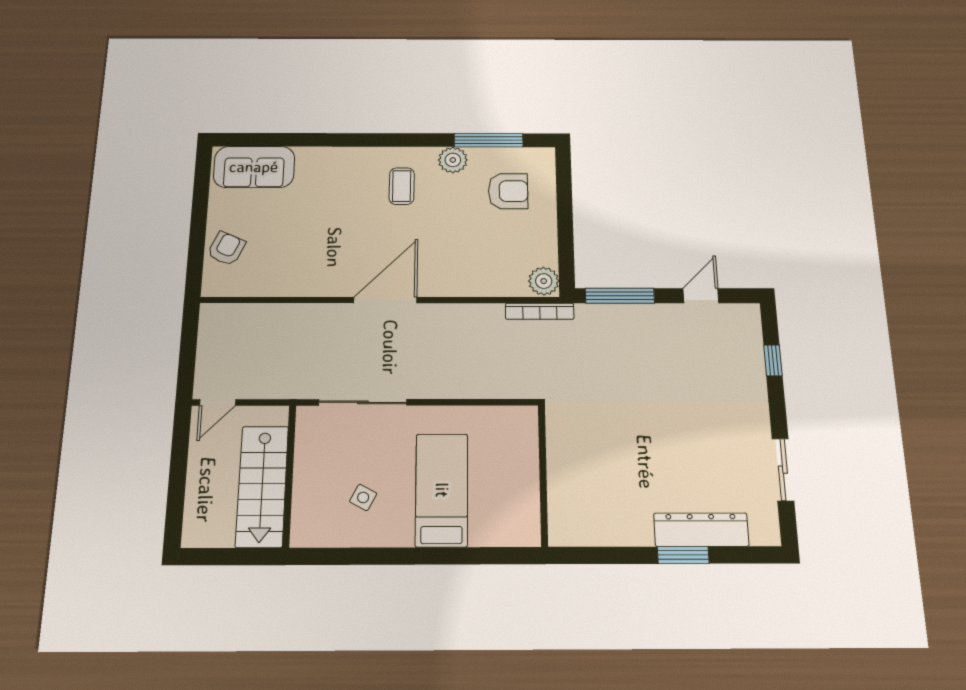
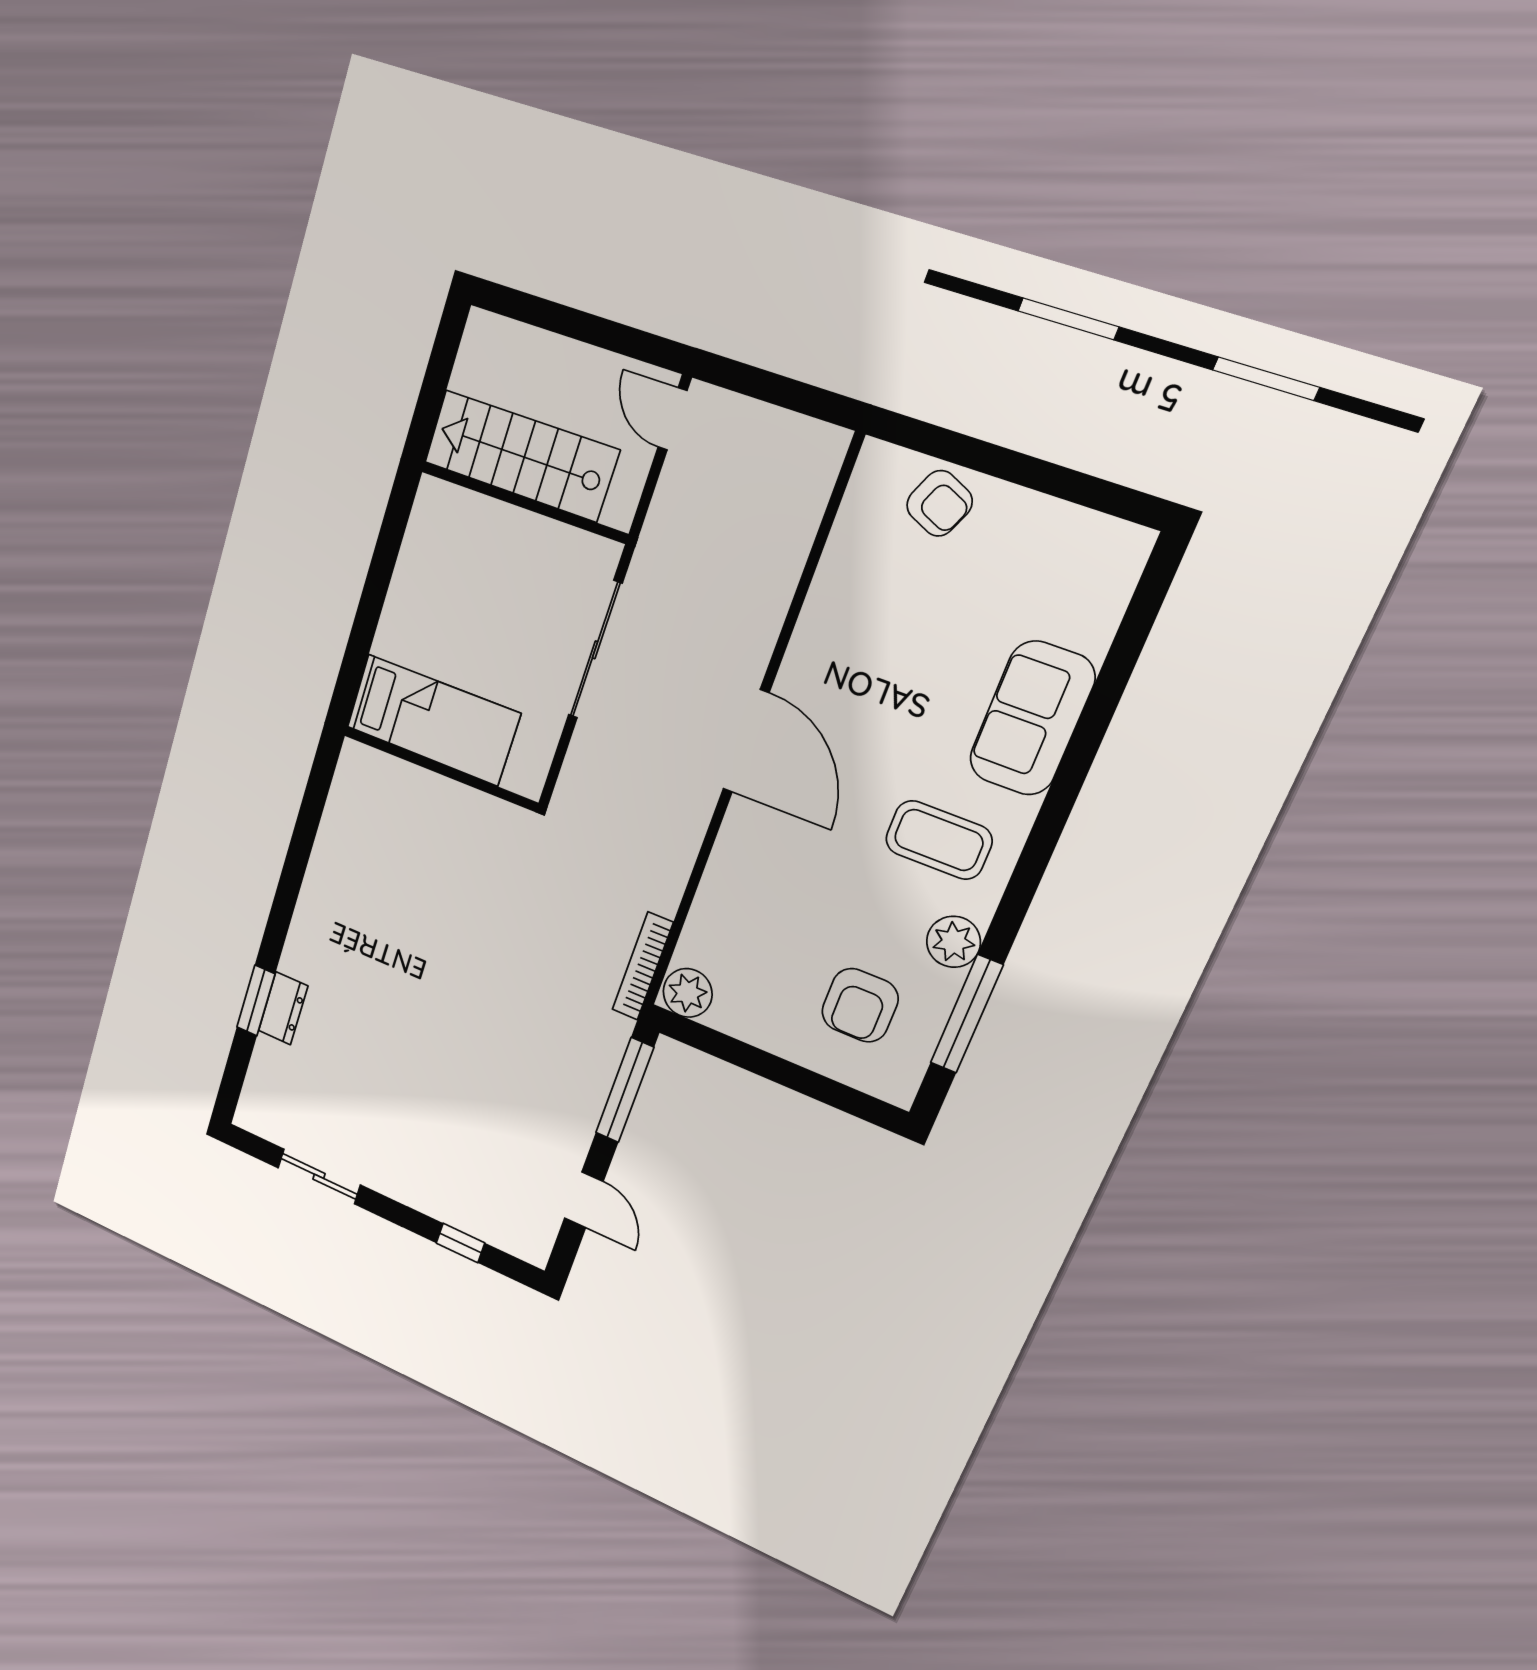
sofa: (254, 167) -> (1032, 718), moved
coffee table: (402, 186) -> (939, 840), width x1.36, depth x1.30
wall: (543, 475) -> (440, 769), moved
side table: (363, 497) -> (457, 603), removed
dresser: (701, 530) -> (283, 1008), width x0.51, depth x0.80

